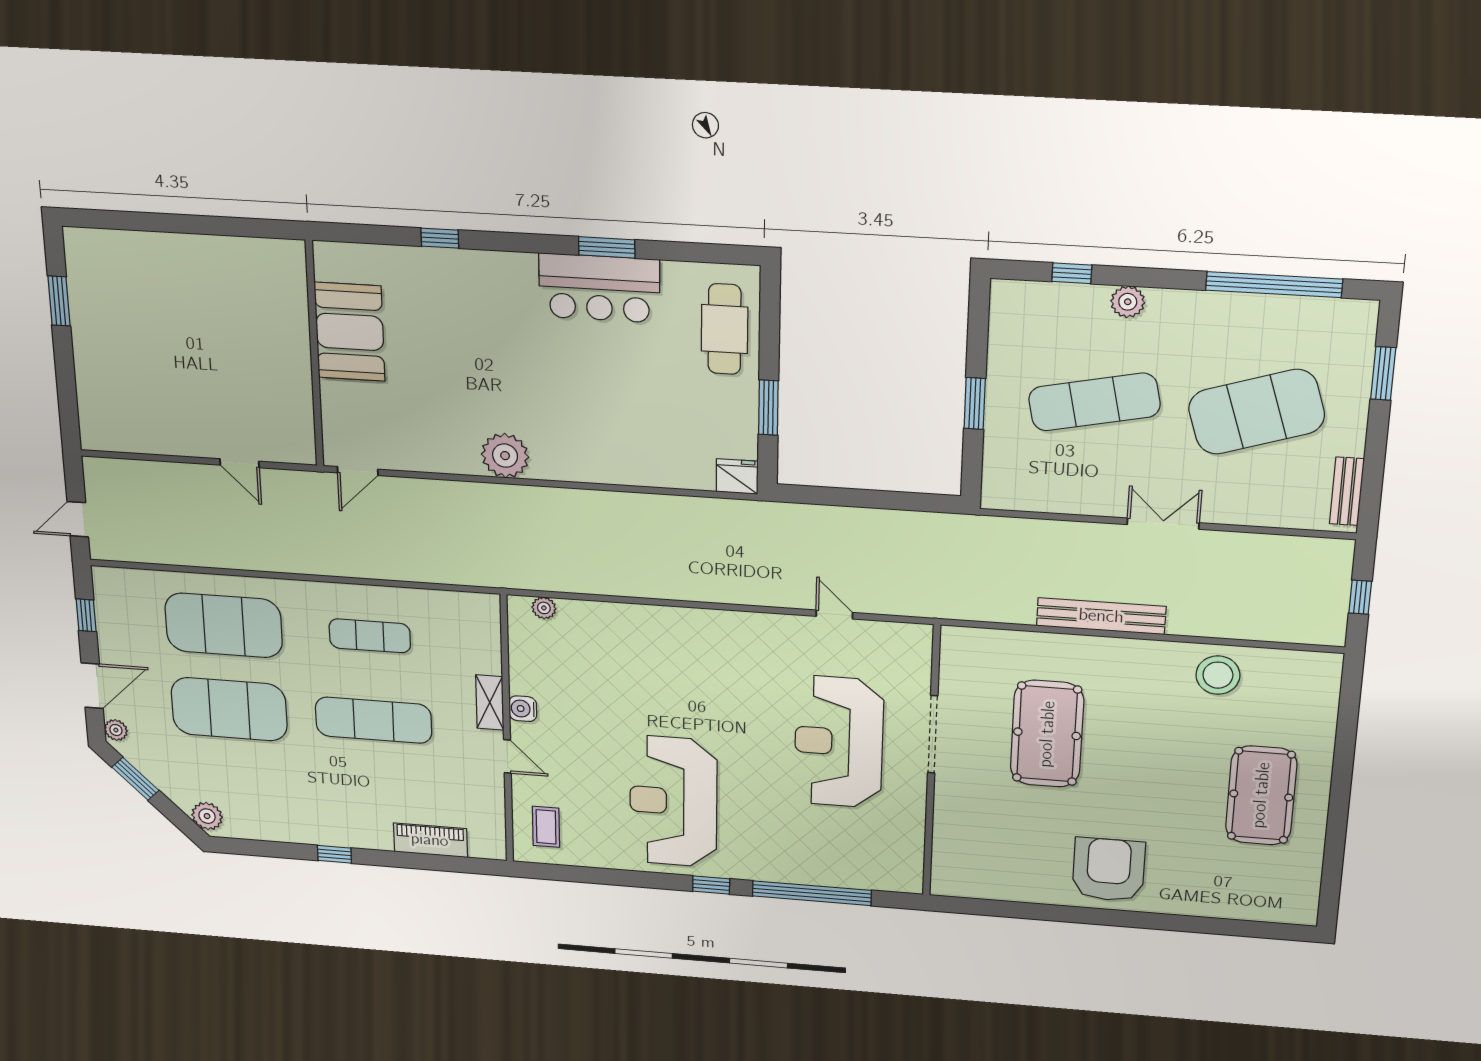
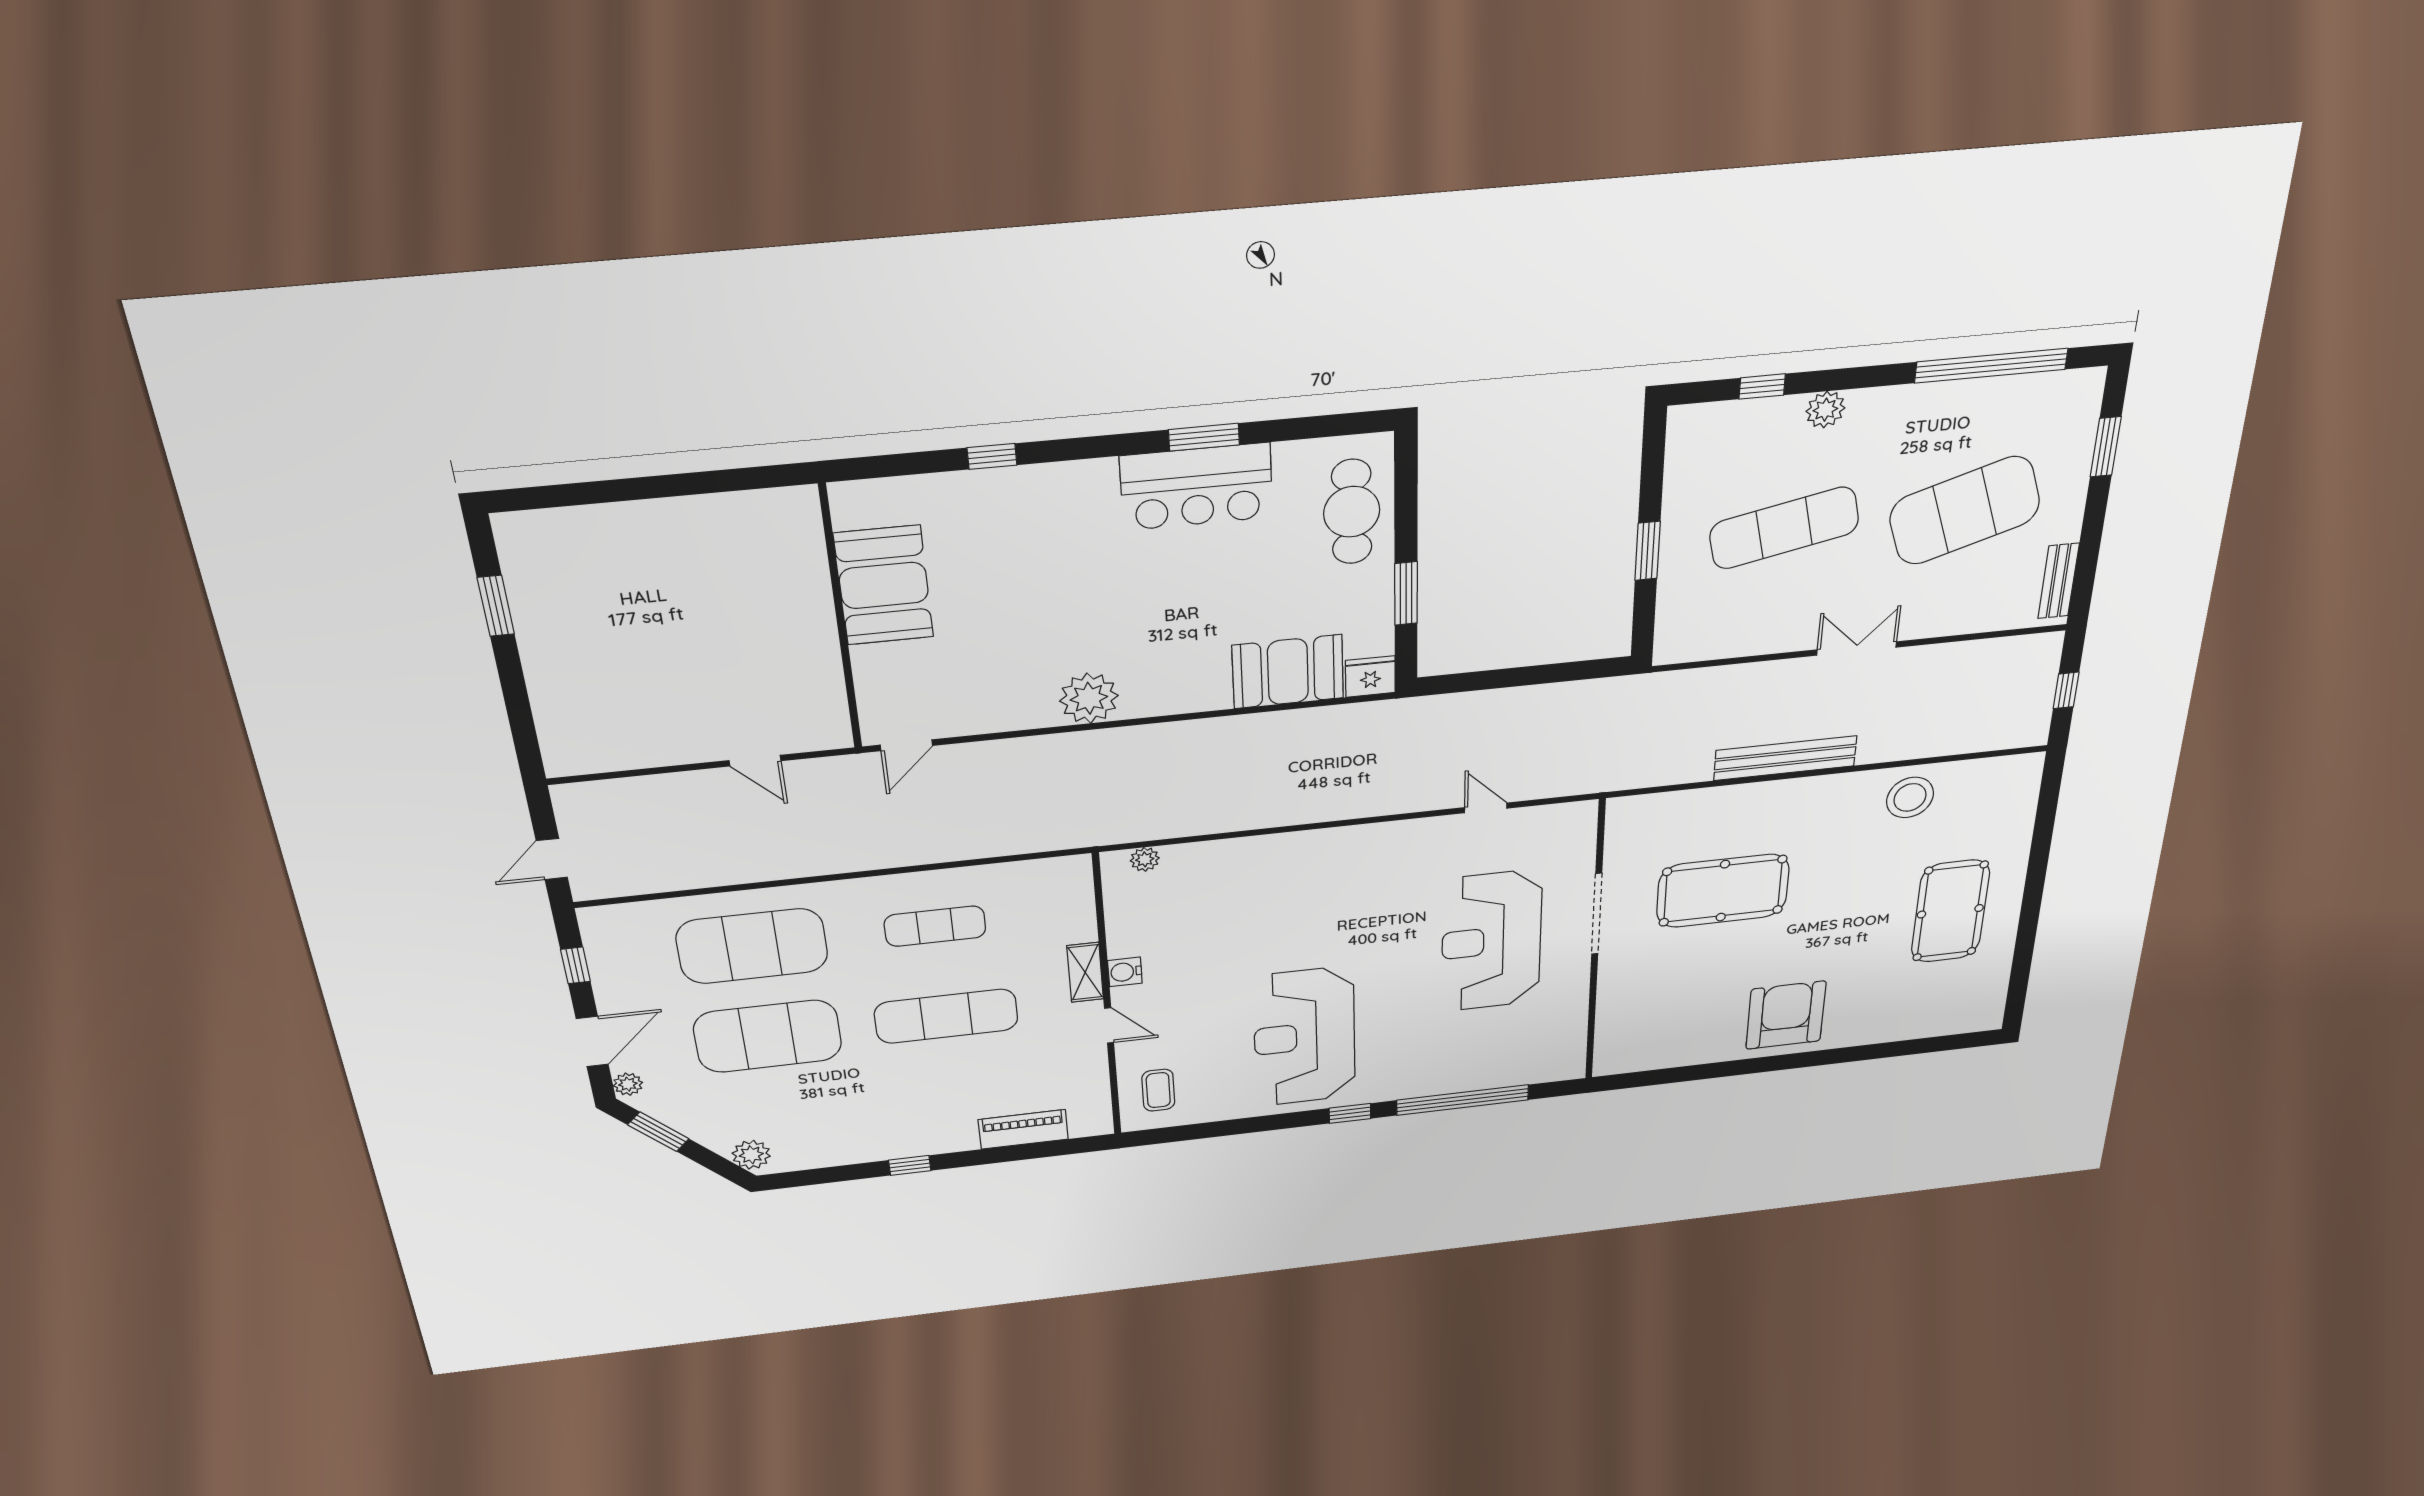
booth: (668, 460) -> (1288, 672), added
pool table: (1047, 734) -> (1723, 891), turned 90

